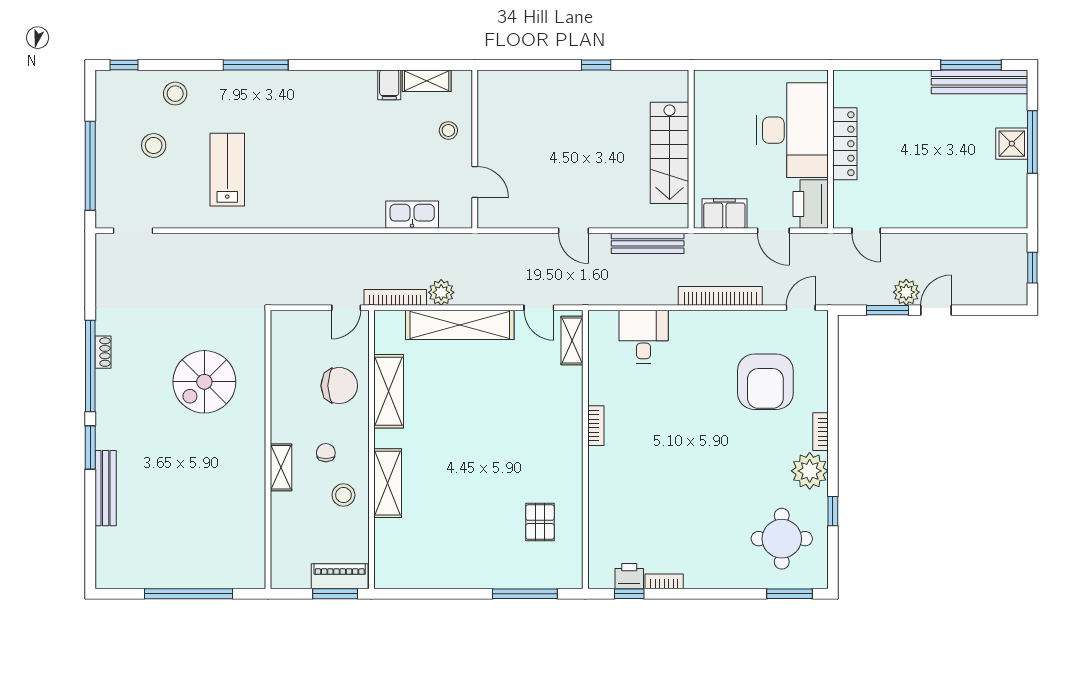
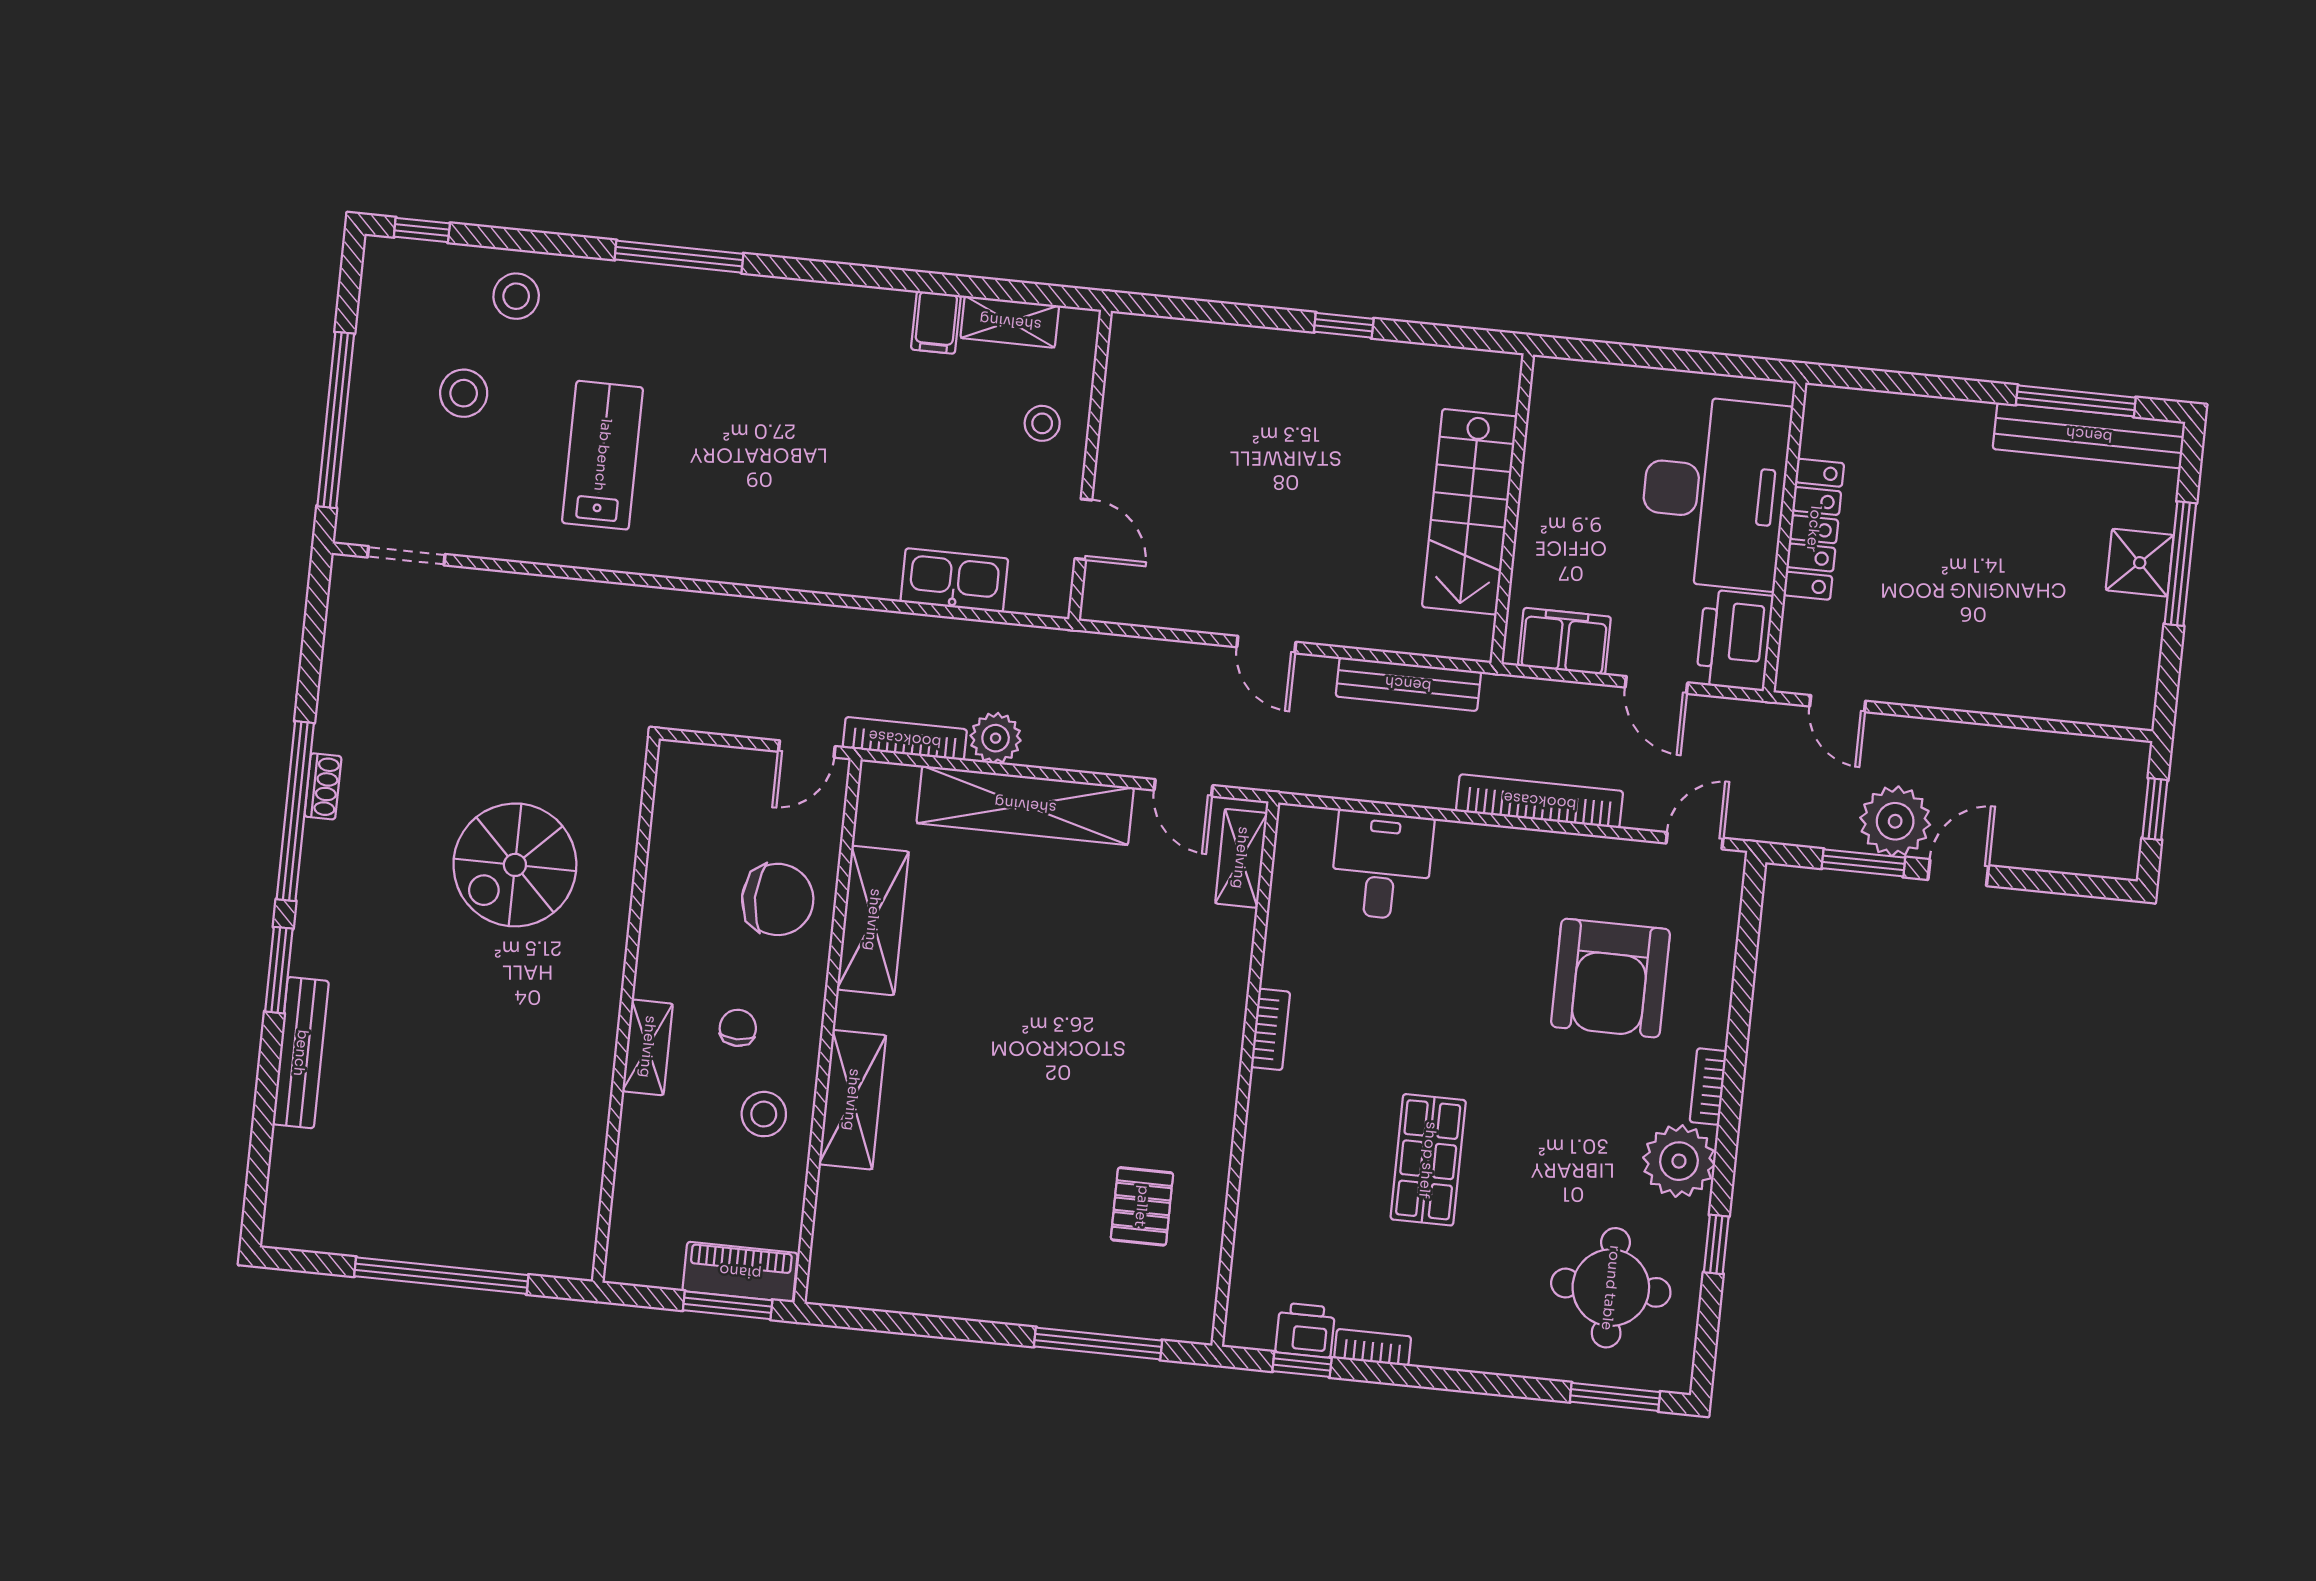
plant: (906, 292) -> (1895, 821), width x1.36, depth x1.36
shop shelf: (683, 483) -> (1428, 1160), added

